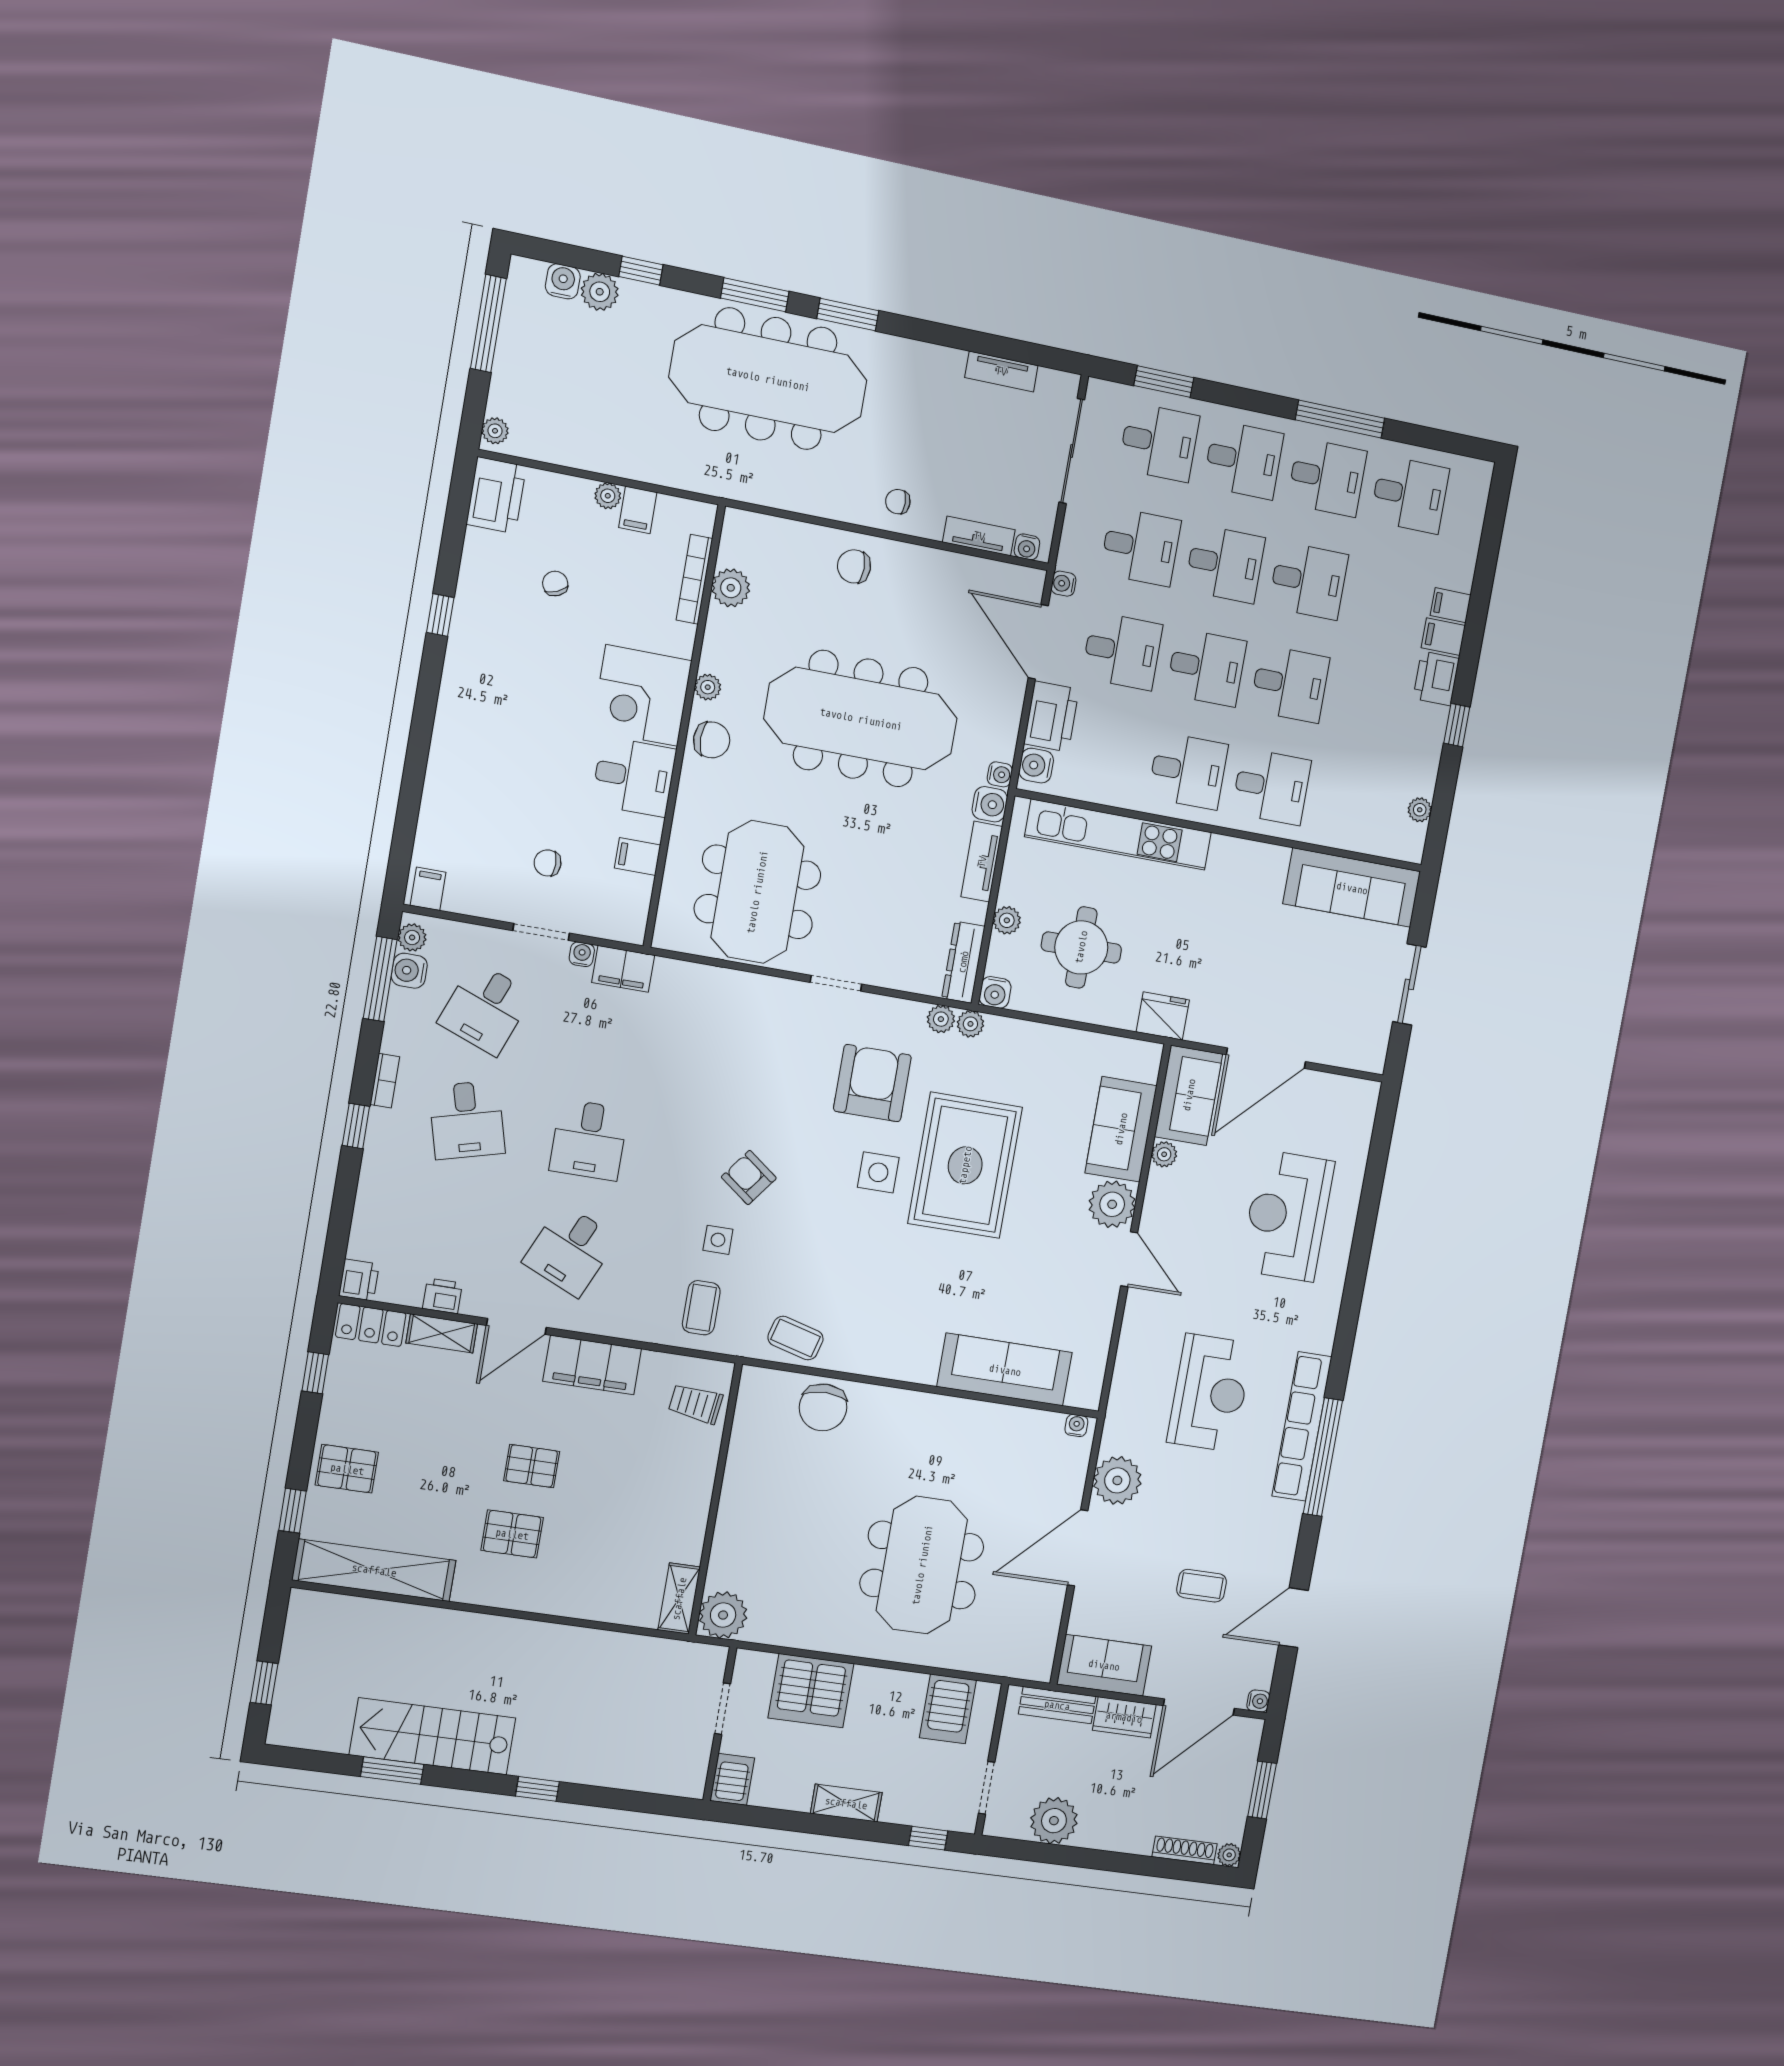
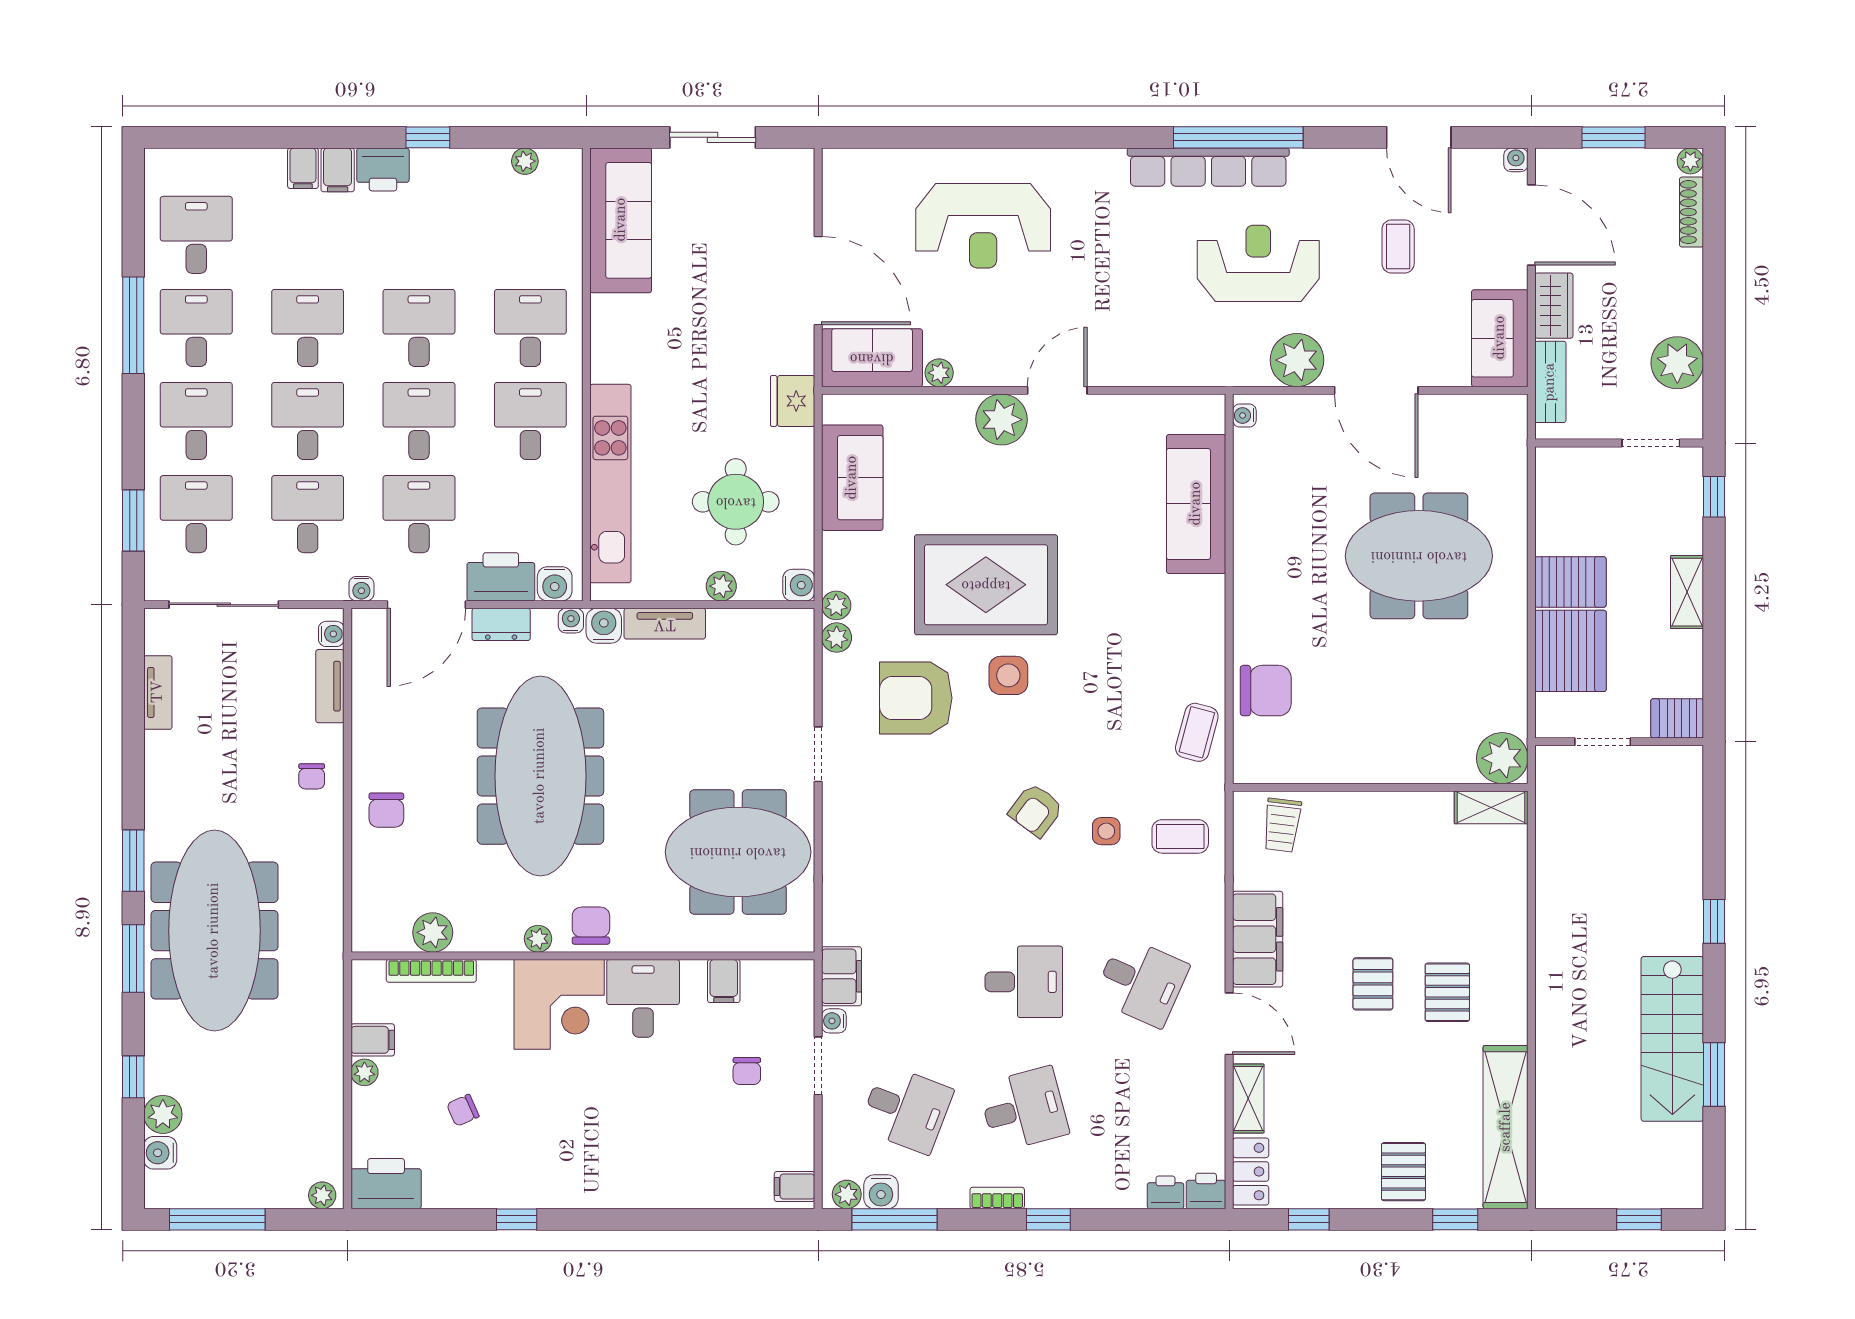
dresser: (963, 962) -> (501, 624), moved, width x0.70
sofa: (1121, 1129) -> (852, 478), moved, turned -90
printer: (442, 1296) -> (1165, 1192), moved, turned 90
reception desk: (1210, 1393) -> (1258, 263), moved
server rack: (948, 1709) -> (1570, 582), moved

